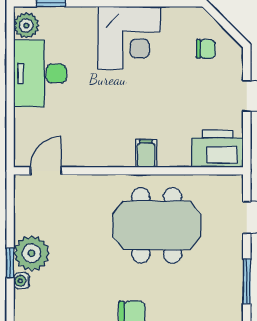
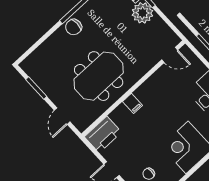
door: (46, 171) -> (170, 55), hinge flipped

